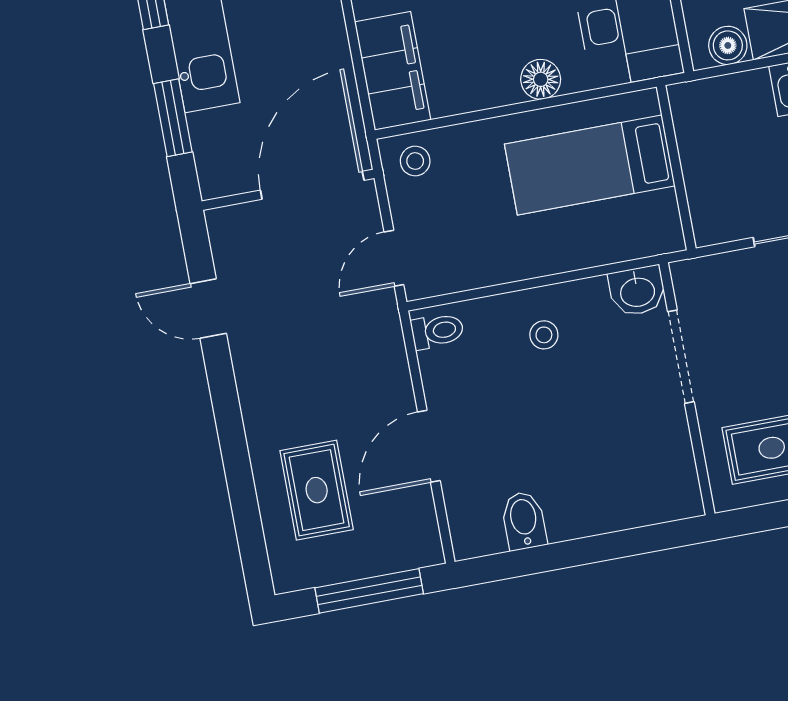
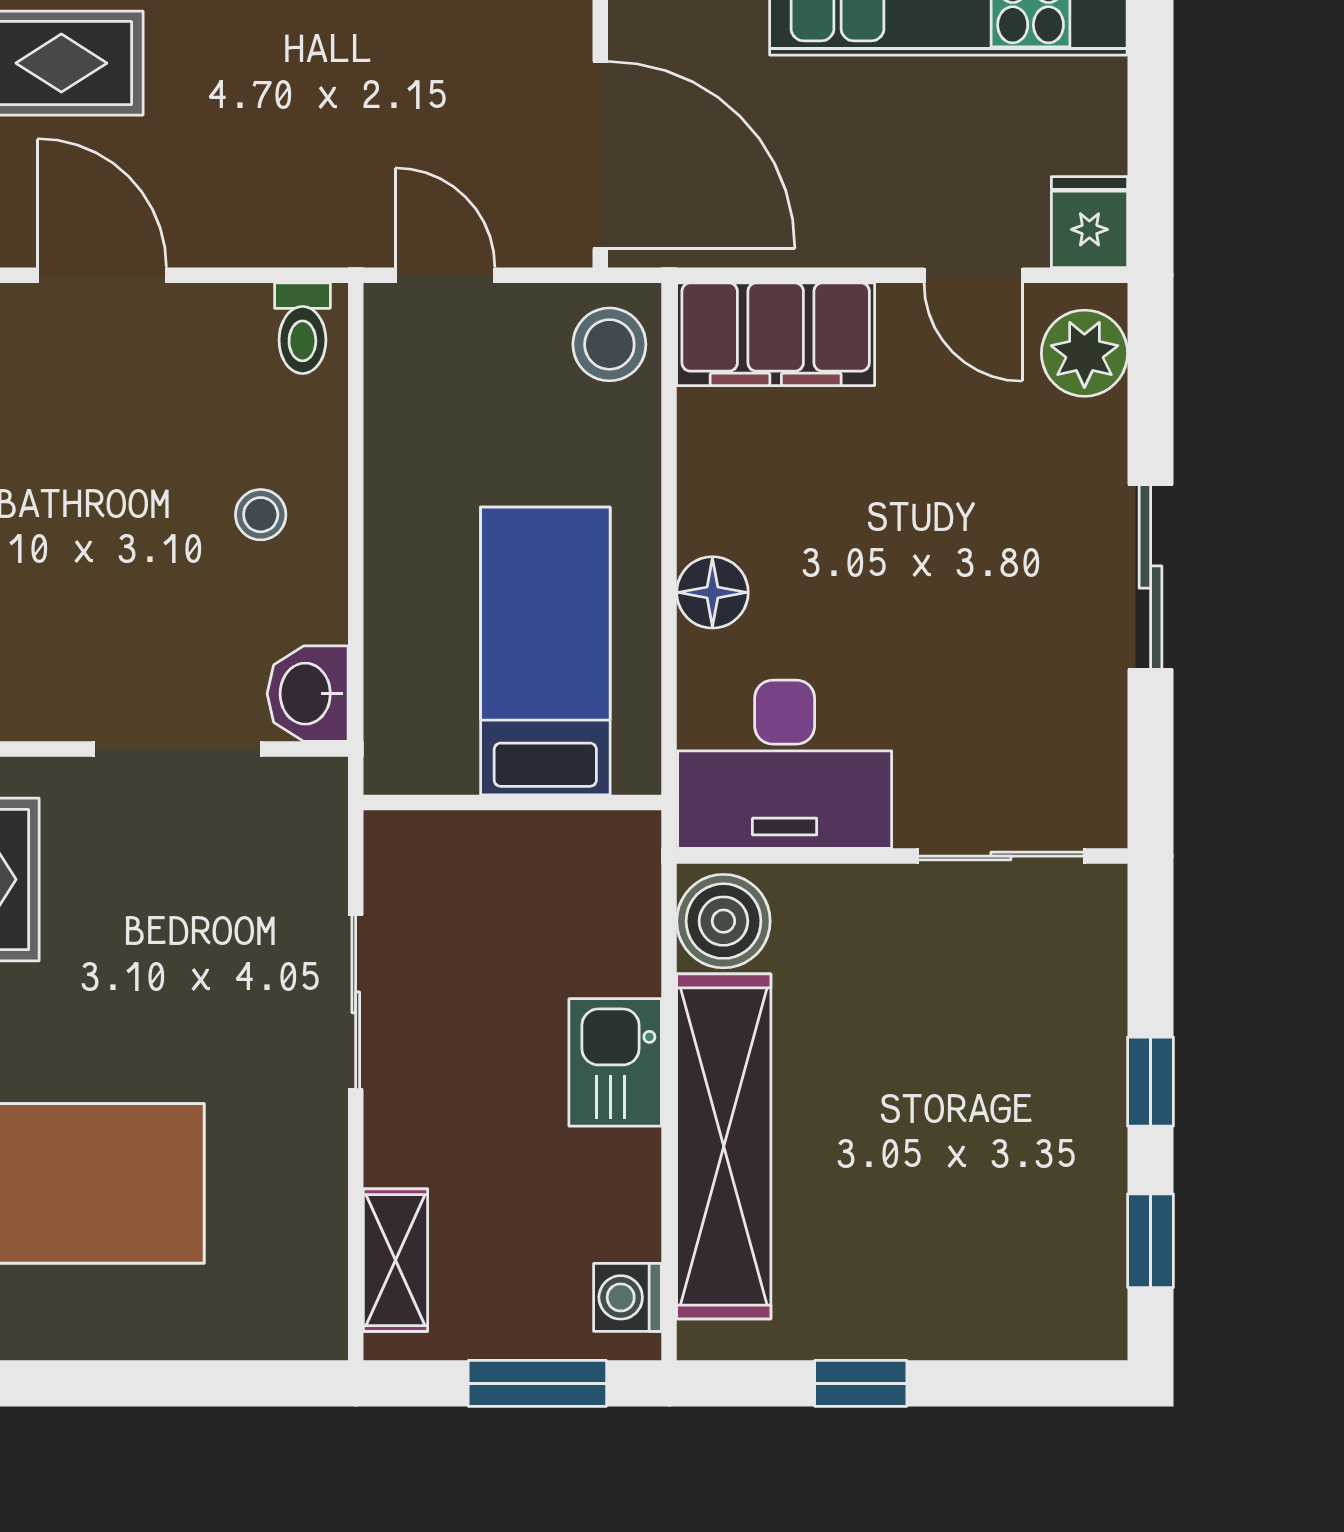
boiler: (728, 45) -> (723, 921), width x1.36, depth x1.36
stool: (415, 161) -> (609, 344), width x1.37, depth x1.37

